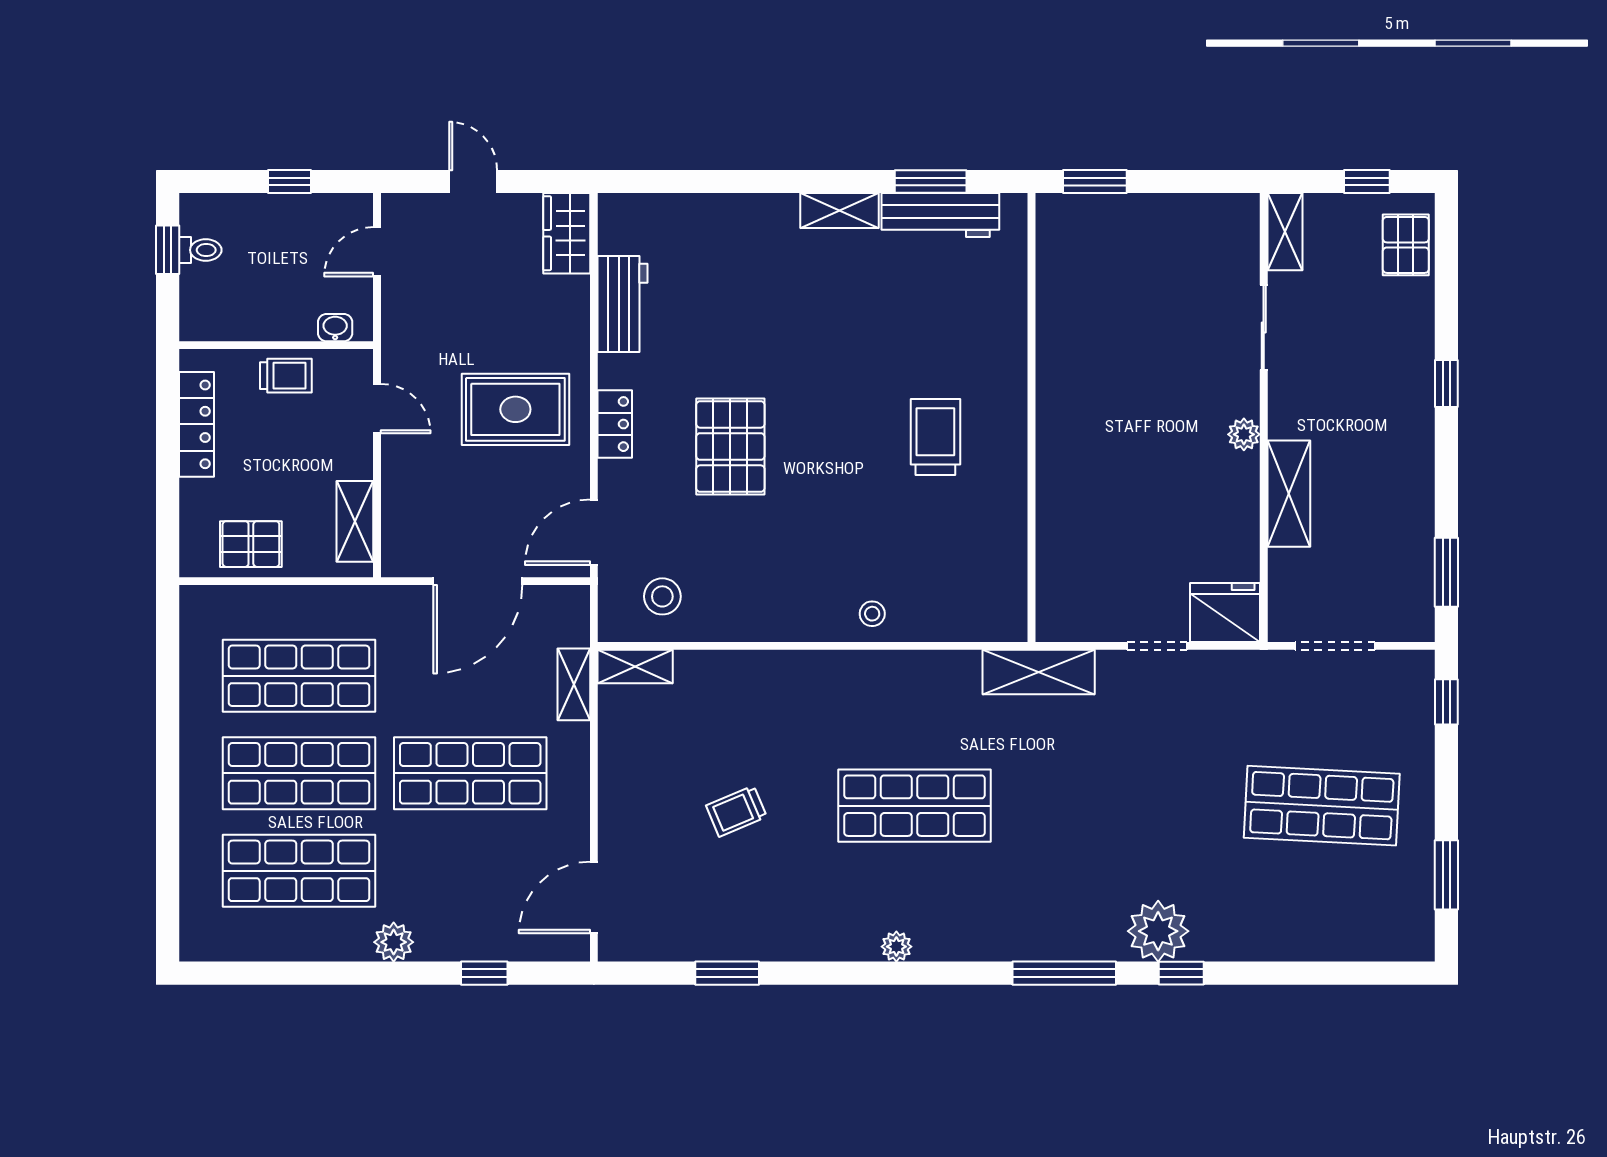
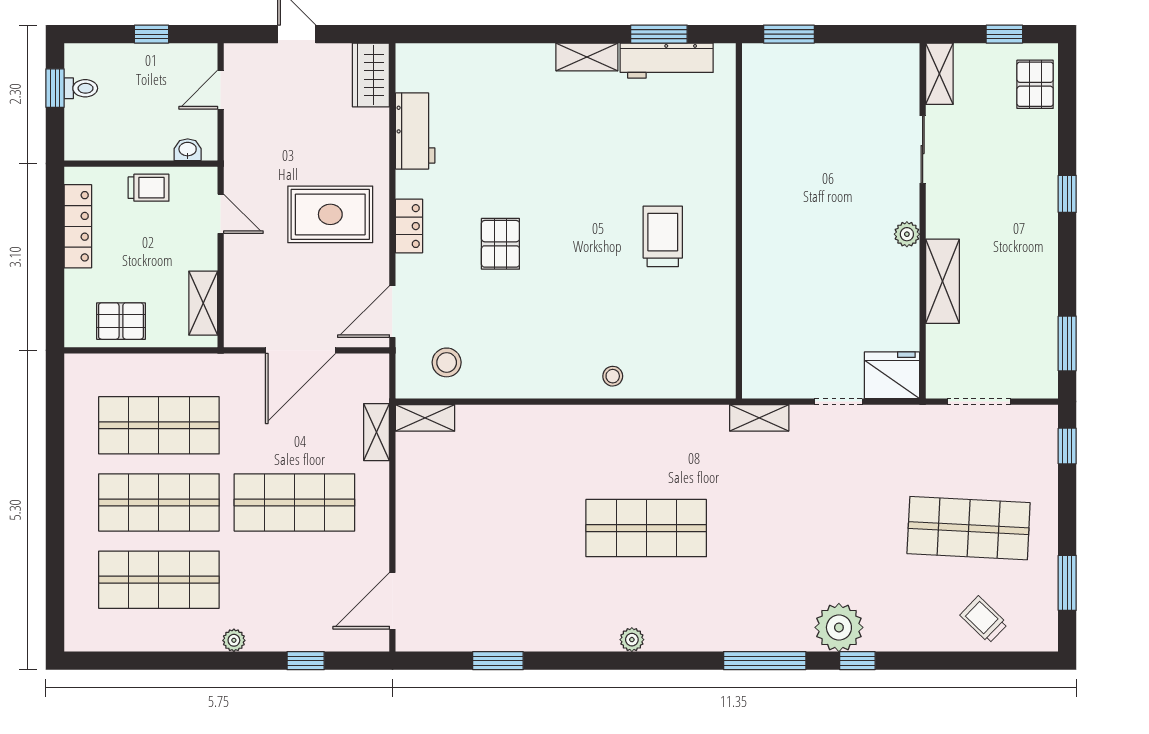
pallet: (730, 446) -> (500, 244), width x0.67, depth x0.71
shelving: (1039, 672) -> (759, 418), width x0.67, depth x0.75
trolley: (736, 811) -> (984, 620), moved, turned 67
plant: (394, 942) -> (234, 640), width x0.73, depth x0.73

